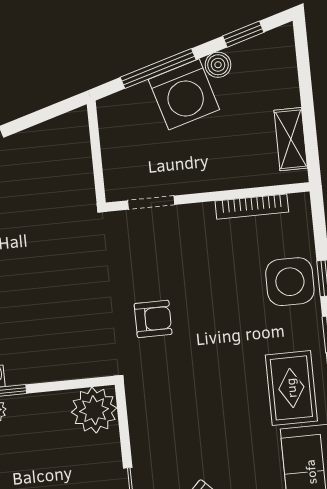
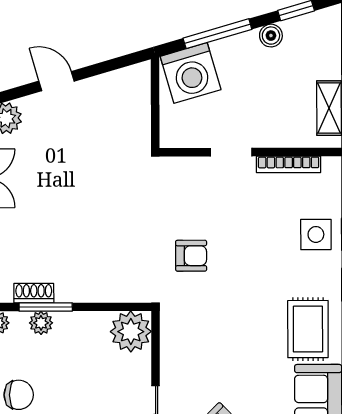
washing machine: (184, 94) -> (191, 73), moved
doorway: (151, 203) -> (231, 152), moved
side table: (290, 282) -> (316, 234), width x0.73, depth x0.73

